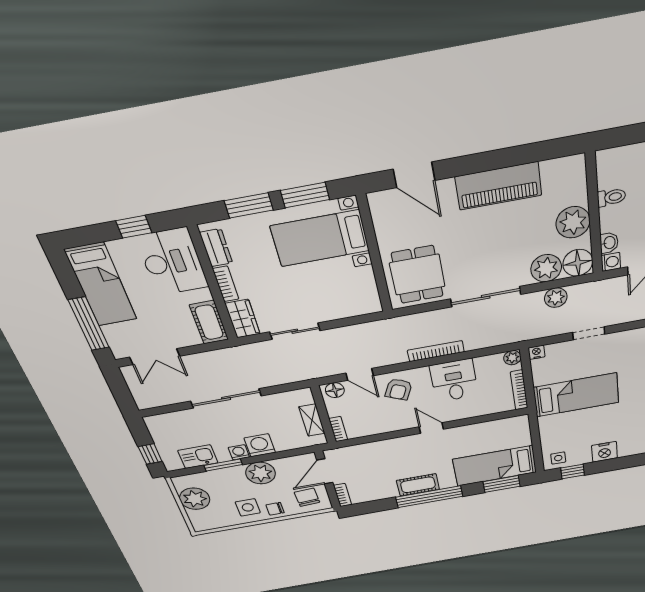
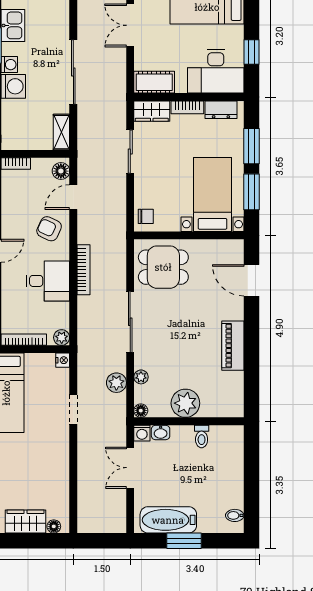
door: (414, 175) -> (251, 280), hinge flipped
piano: (499, 186) -> (233, 346), width x0.73, depth x0.75
floor lamp: (578, 263) -> (141, 411), width x0.53, depth x0.53
plant: (546, 268) -> (141, 377), width x0.53, depth x0.53
chair: (363, 303) -> (146, 216), added
shelving: (312, 420) -> (61, 132), moved, turned 90

